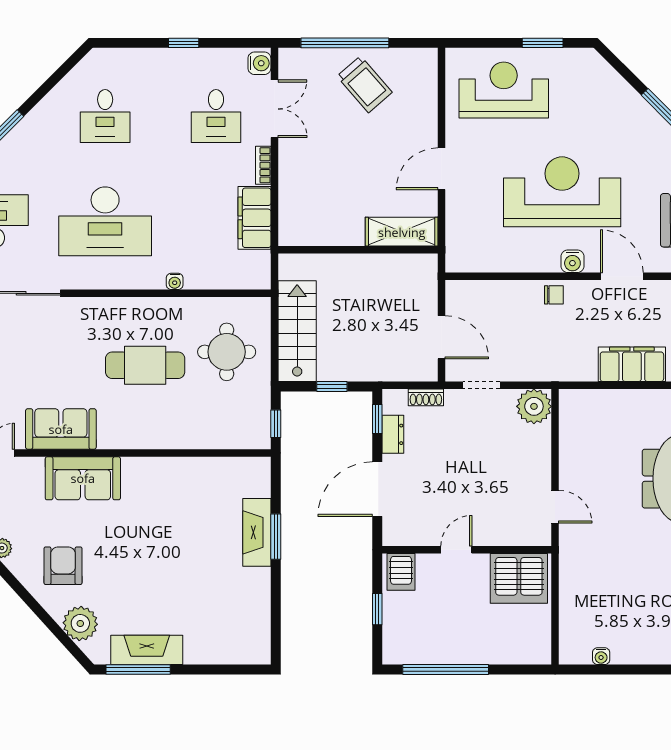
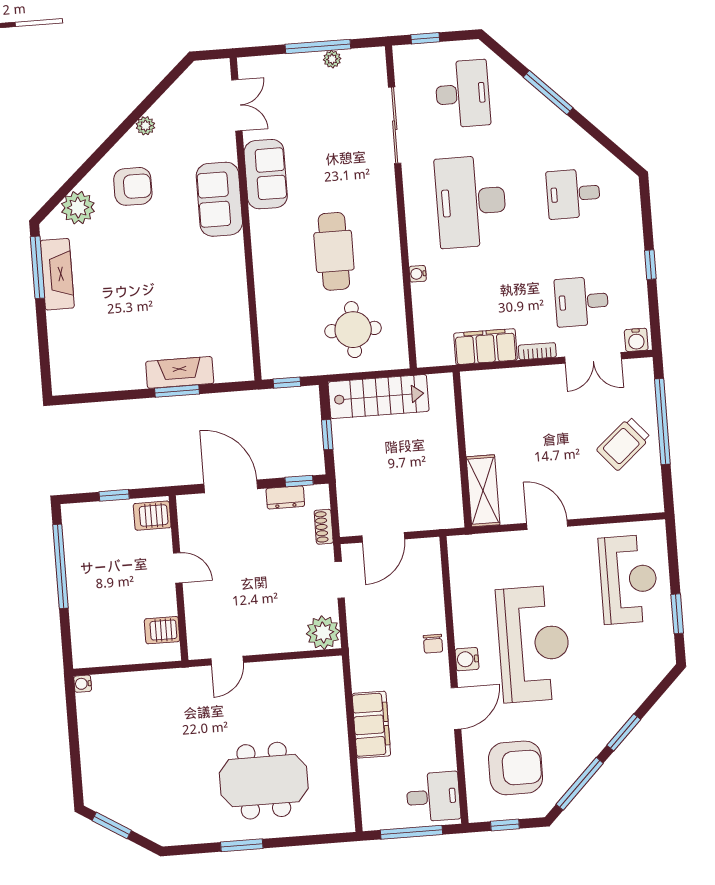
server rack: (519, 578) -> (162, 630), width x0.46, depth x0.70
water cooler: (601, 656) -> (83, 684), moved

